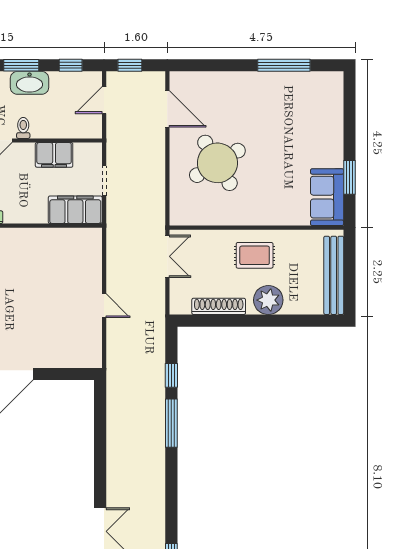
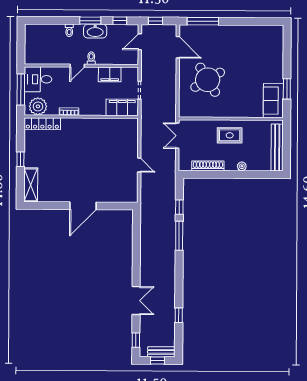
window: (284, 65) -> (203, 21), moved
double door: (167, 256) -> (177, 136), swing flipped
plant: (268, 300) -> (242, 166), width x0.53, depth x0.53

